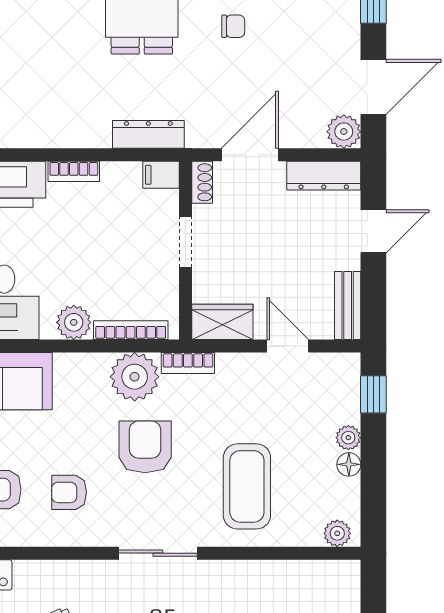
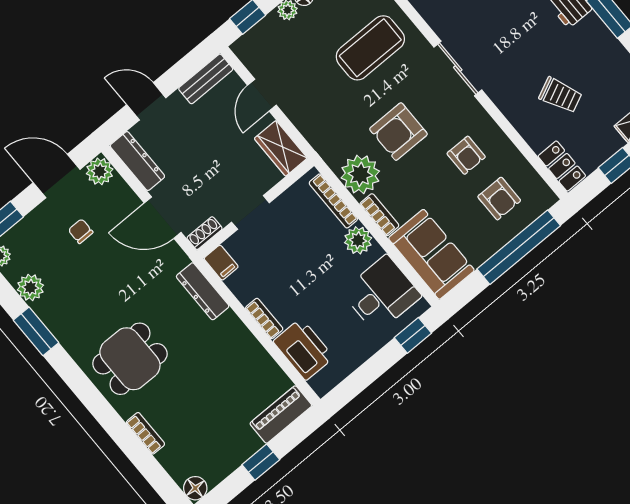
chair: (233, 26) -> (81, 231), moved
bookcase: (188, 363) -> (379, 215), moved

